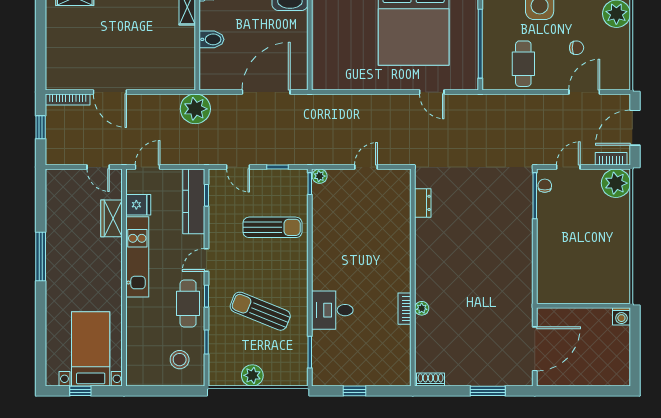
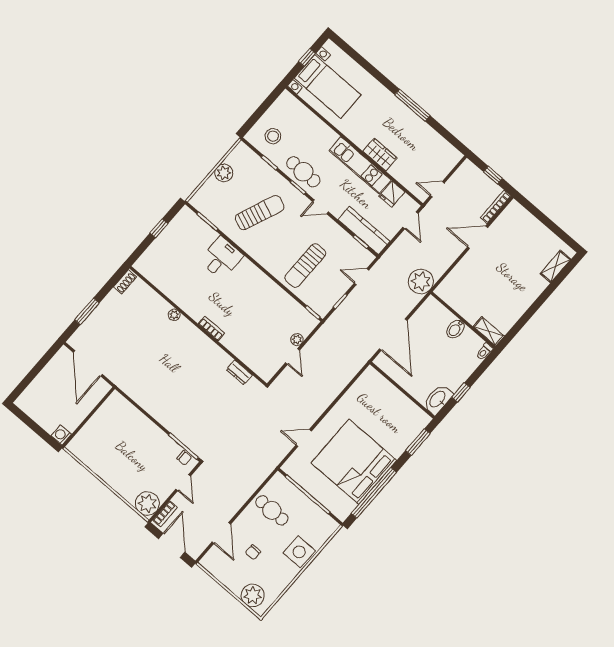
plant: (320, 176) -> (297, 340), moved
wardrobe: (112, 218) -> (380, 155), moved
door: (207, 260) -> (320, 207), swing flipped
bookcase: (405, 309) -> (211, 328), moved

